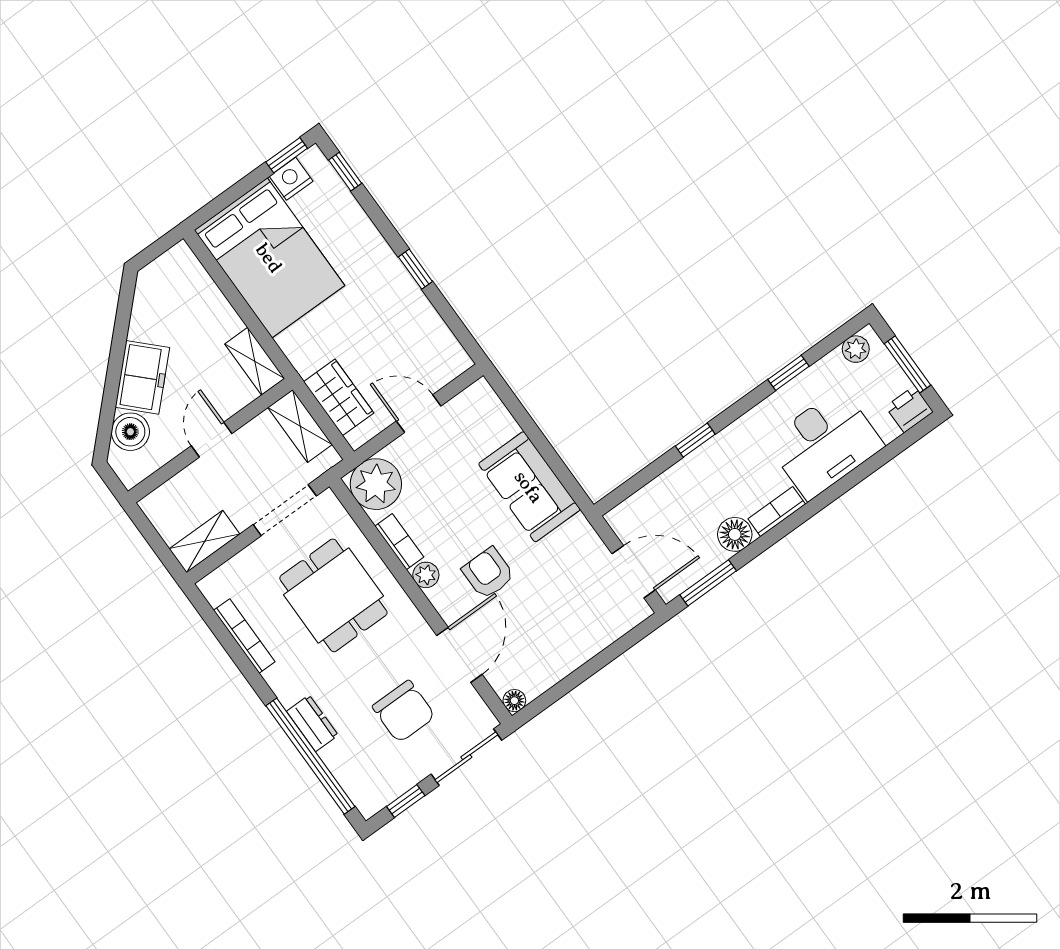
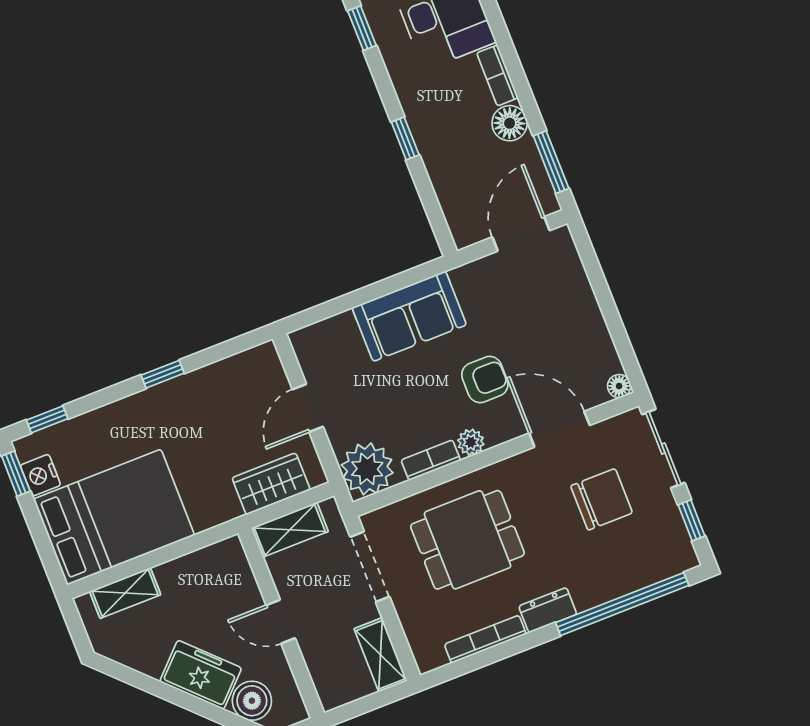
shelving: (255, 361) -> (125, 593), moved
armchair: (488, 573) -> (485, 380), turned 180
dresser: (312, 723) -> (548, 610), moved

